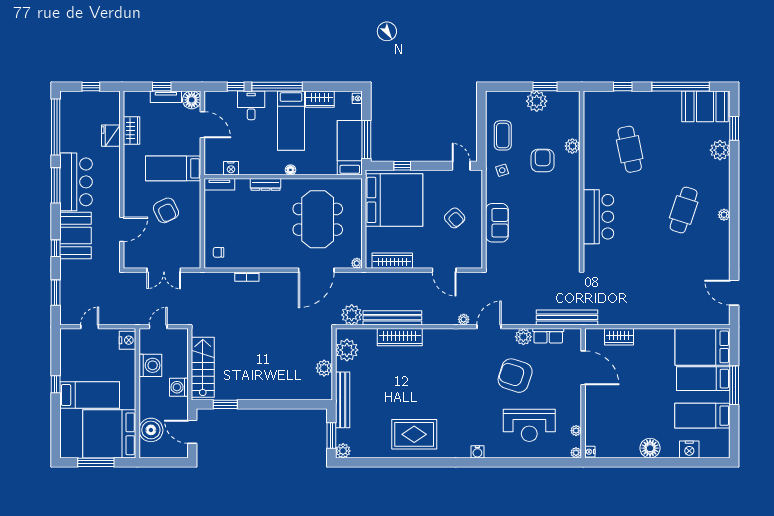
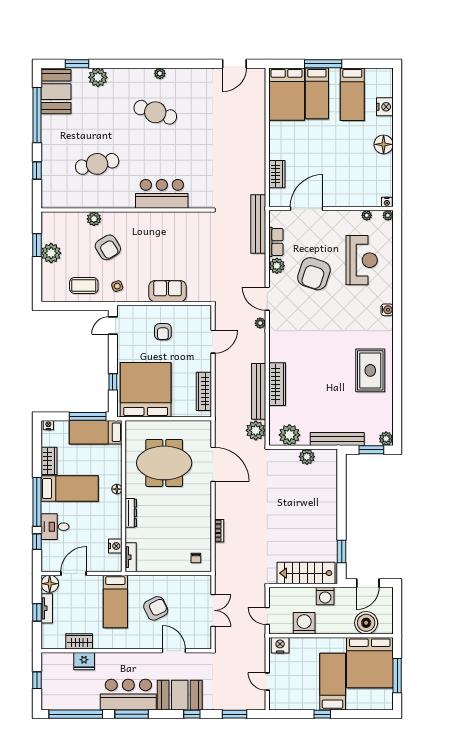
armchair: (543, 160) -> (108, 247), turned -122
armchair: (455, 218) -> (163, 332), turned 132
plant: (357, 263) -> (206, 425), removed

